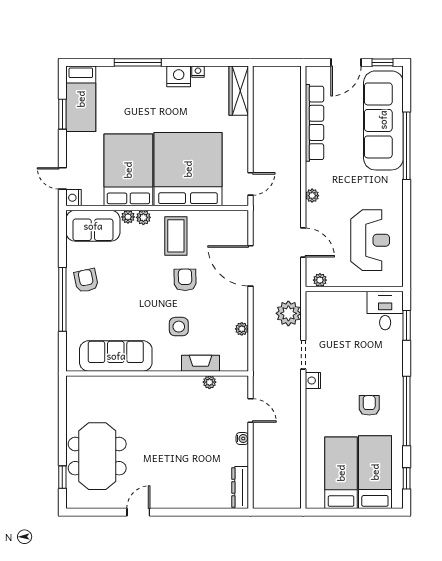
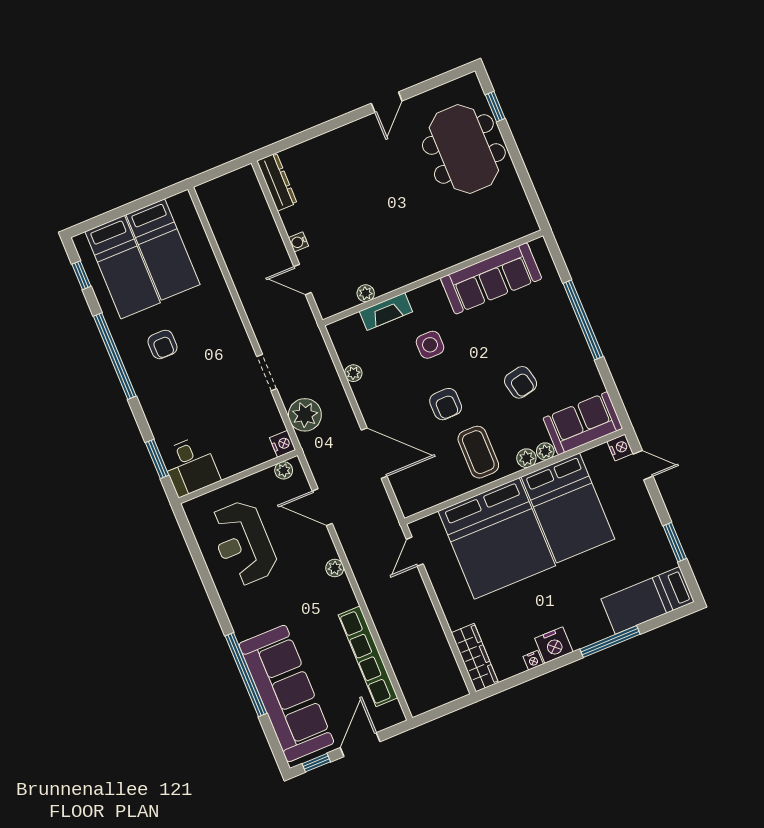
bed: (81, 99) -> (648, 600), moved, turned -90
armchair: (86, 281) -> (521, 382), moved
nightstand: (313, 381) -> (283, 444), moved

